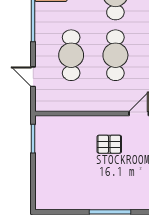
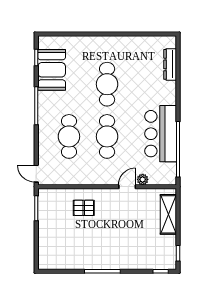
door: (33, 77) -> (36, 174), moved
pallet: (109, 144) -> (84, 208), moved

